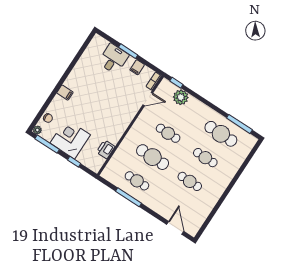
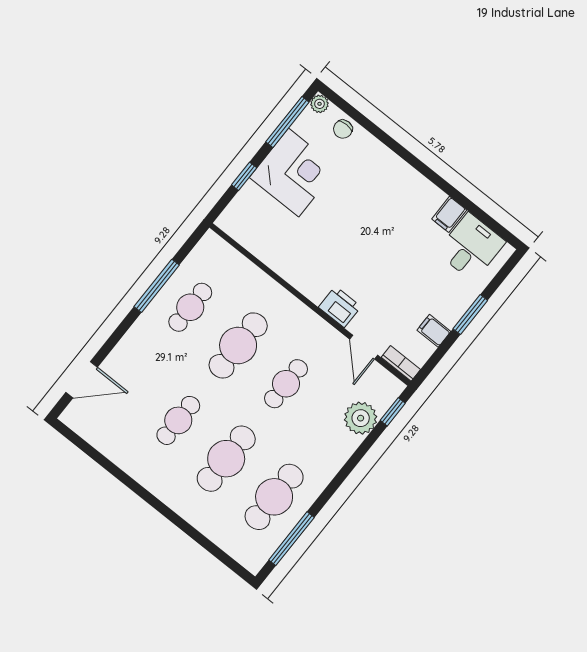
desk: (113, 59) -> (471, 247), moved, turned -90
filing cabinet: (65, 93) -> (449, 214), moved
printer: (106, 149) -> (340, 307), moved
cafe table: (205, 158) -> (226, 459), width x1.37, depth x1.35

